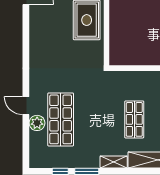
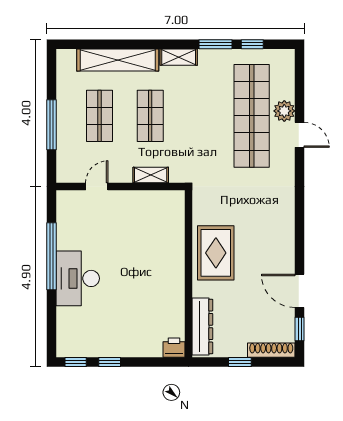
shelving: (134, 77) -> (151, 175), added
shop shelf: (61, 119) -> (252, 116), width x1.40

